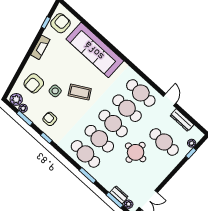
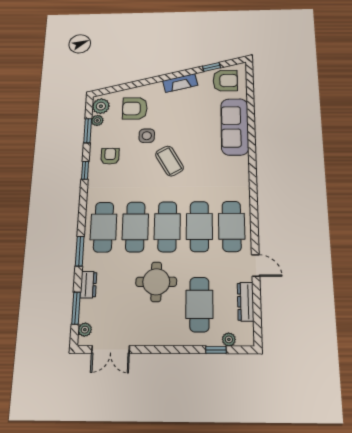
sofa: (95, 50) -> (235, 127), width x0.74, depth x0.79
door: (170, 100) -> (256, 266), hinge flipped
dresser: (119, 195) -> (88, 285), moved

